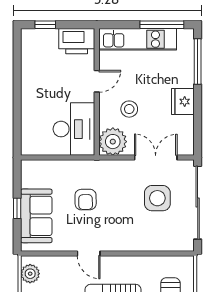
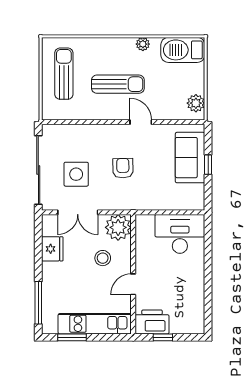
window: (45, 25) -> (163, 337), moved
window: (162, 25) -> (72, 337), width x0.69
fridge: (183, 102) -> (52, 249), moved
desk: (74, 129) -> (180, 234), moved, turned 90
armchair: (86, 200) -> (123, 168), moved

